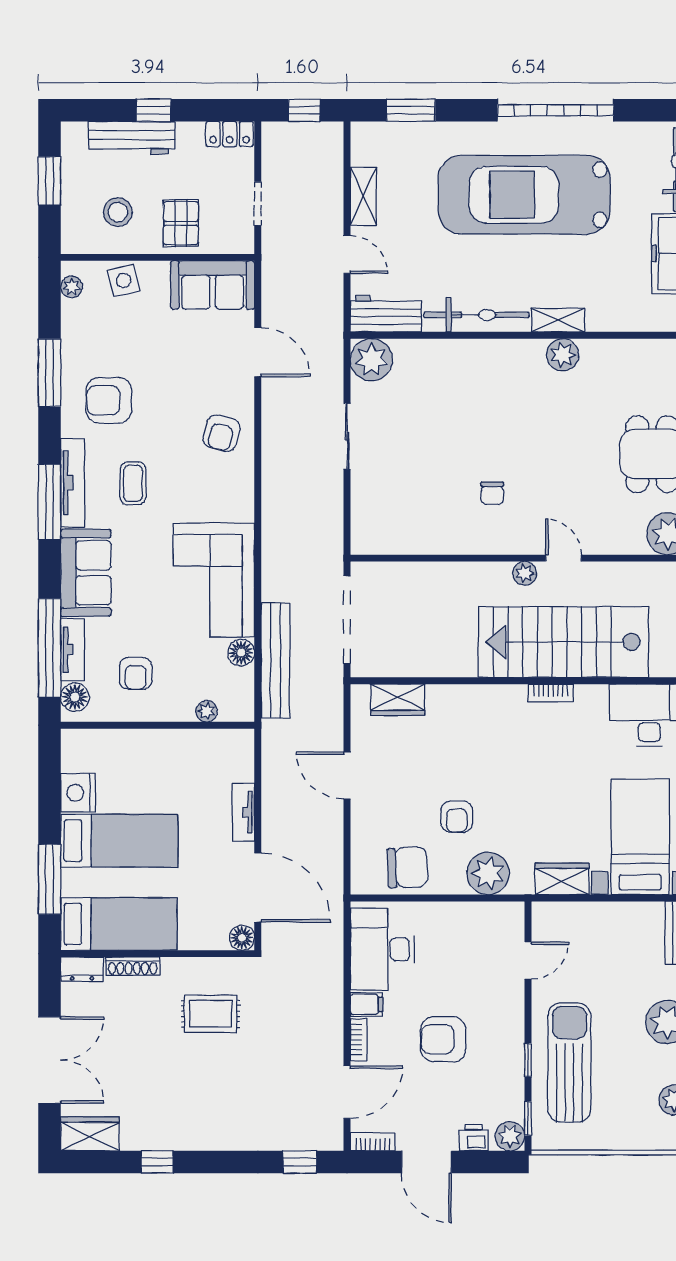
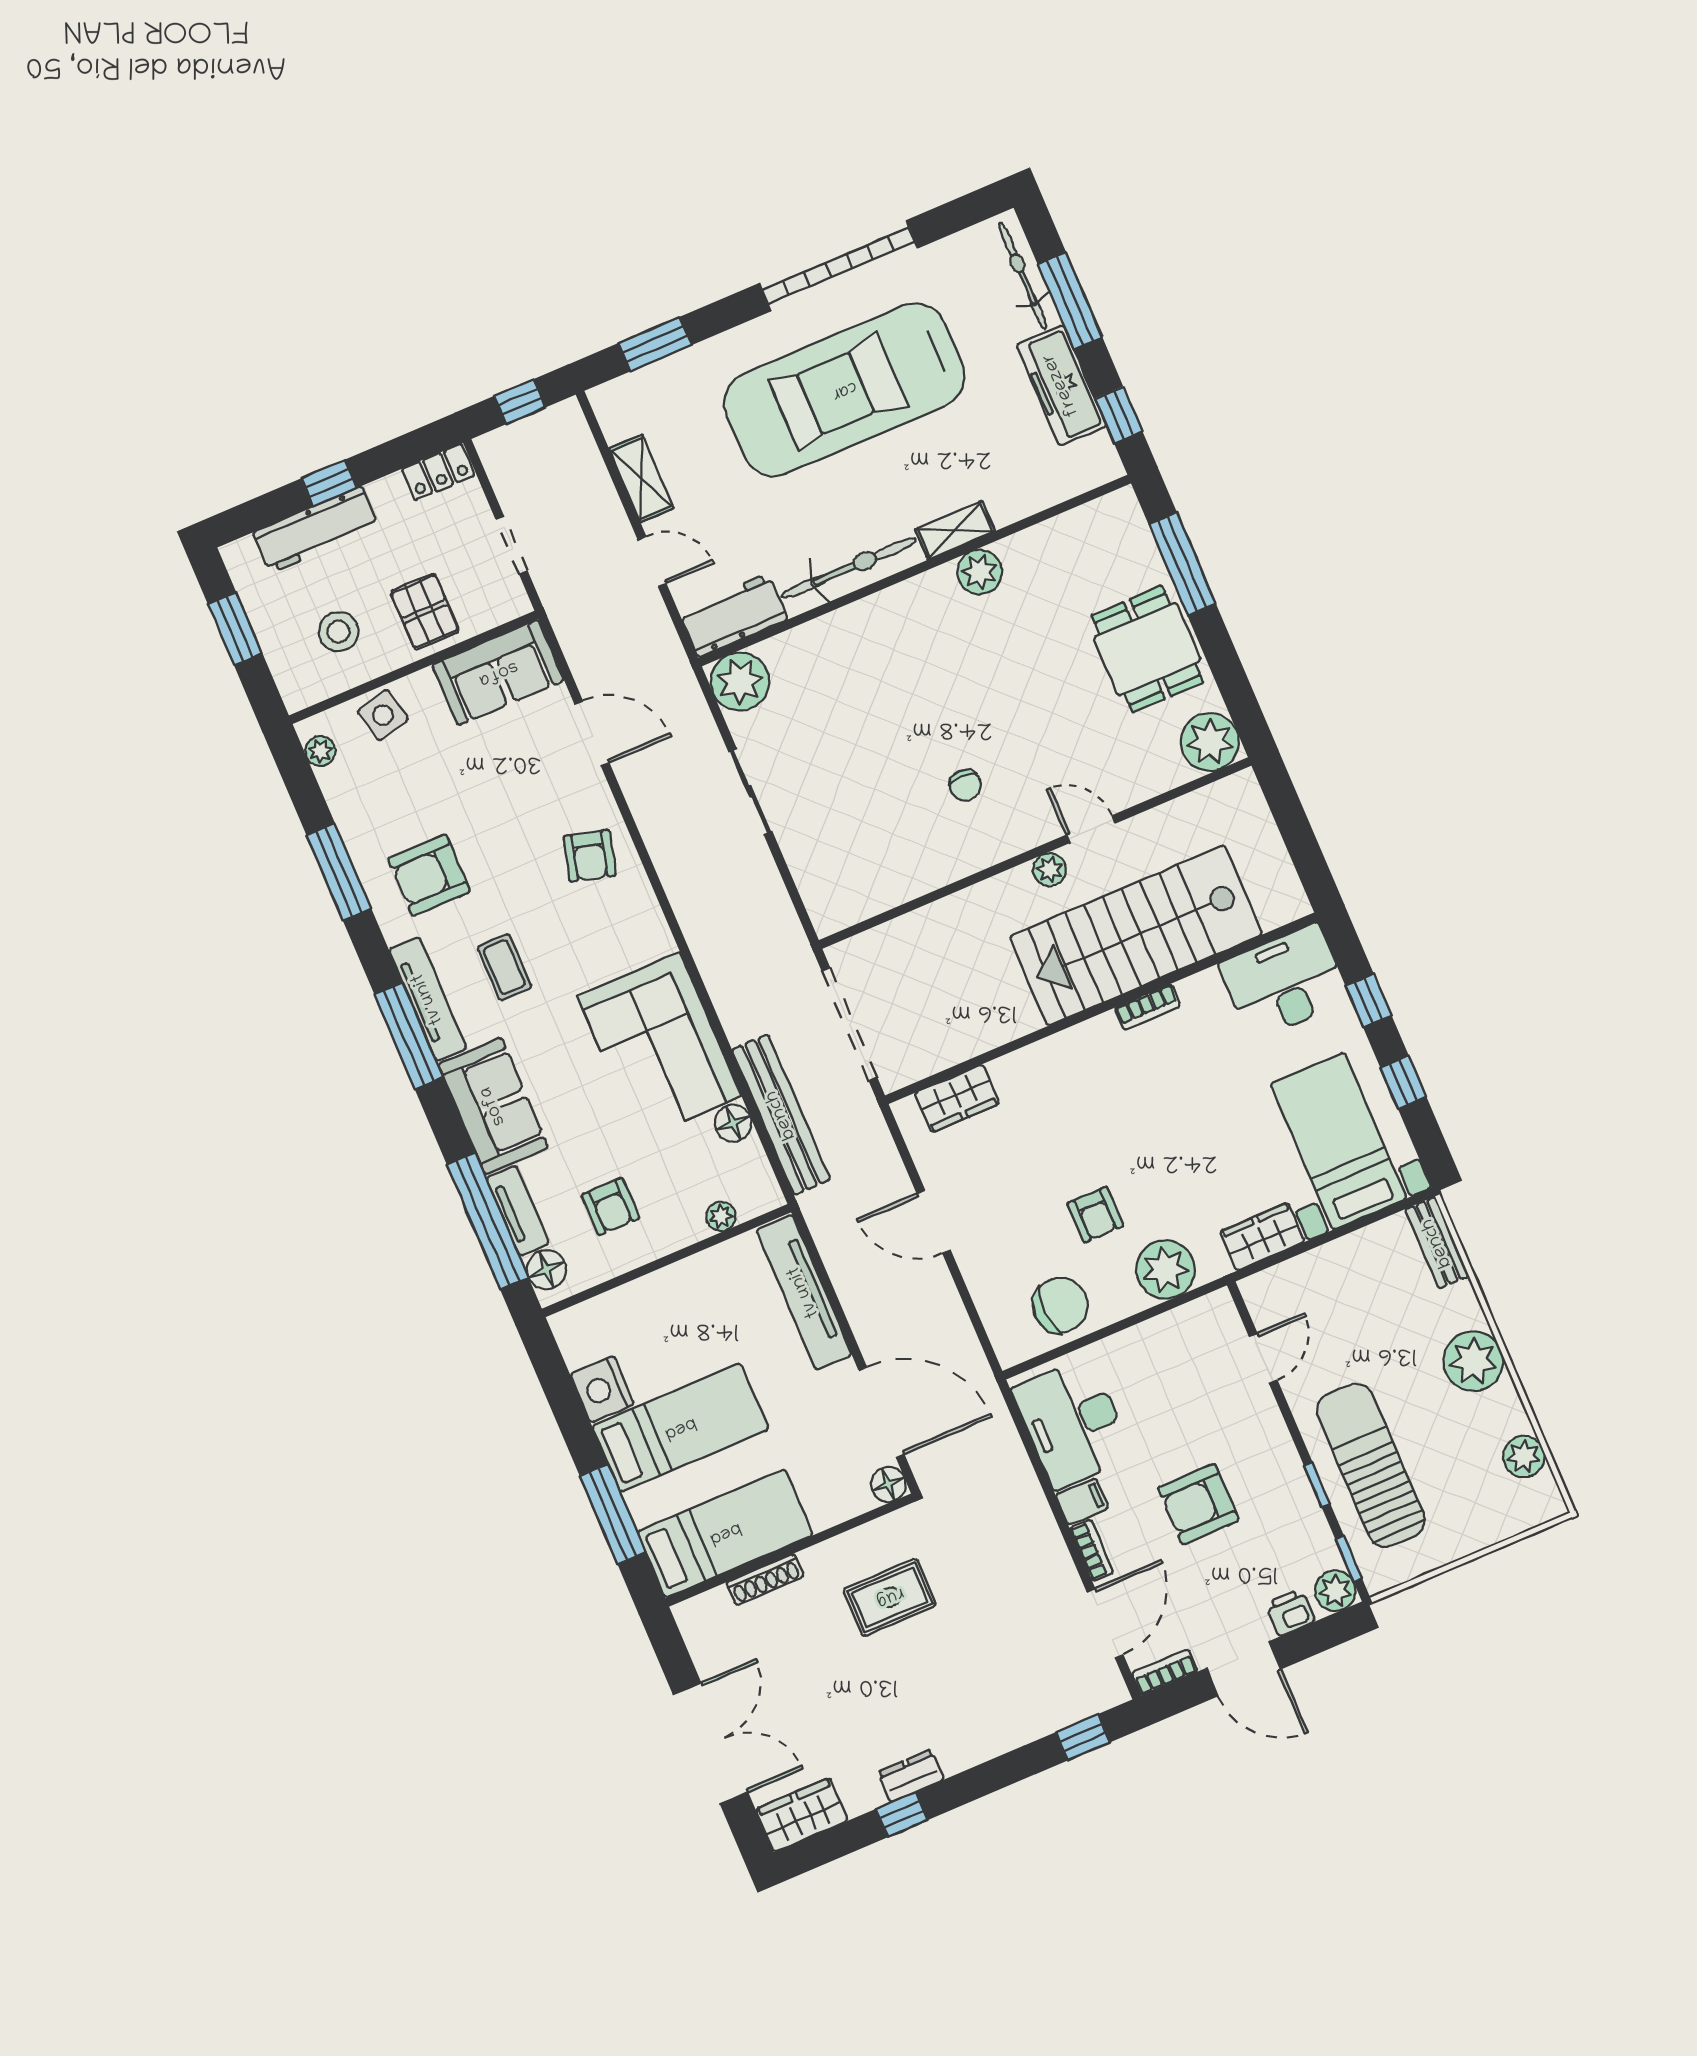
tv unit: (243, 812) -> (804, 1292), width x1.92, depth x1.29
dresser: (82, 969) -> (911, 1776), moved, turned 180

